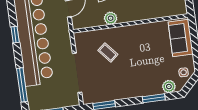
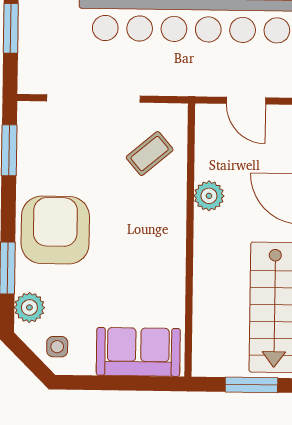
coffee table: (108, 52) -> (150, 154), moved
armchair: (135, 81) -> (55, 230), added

